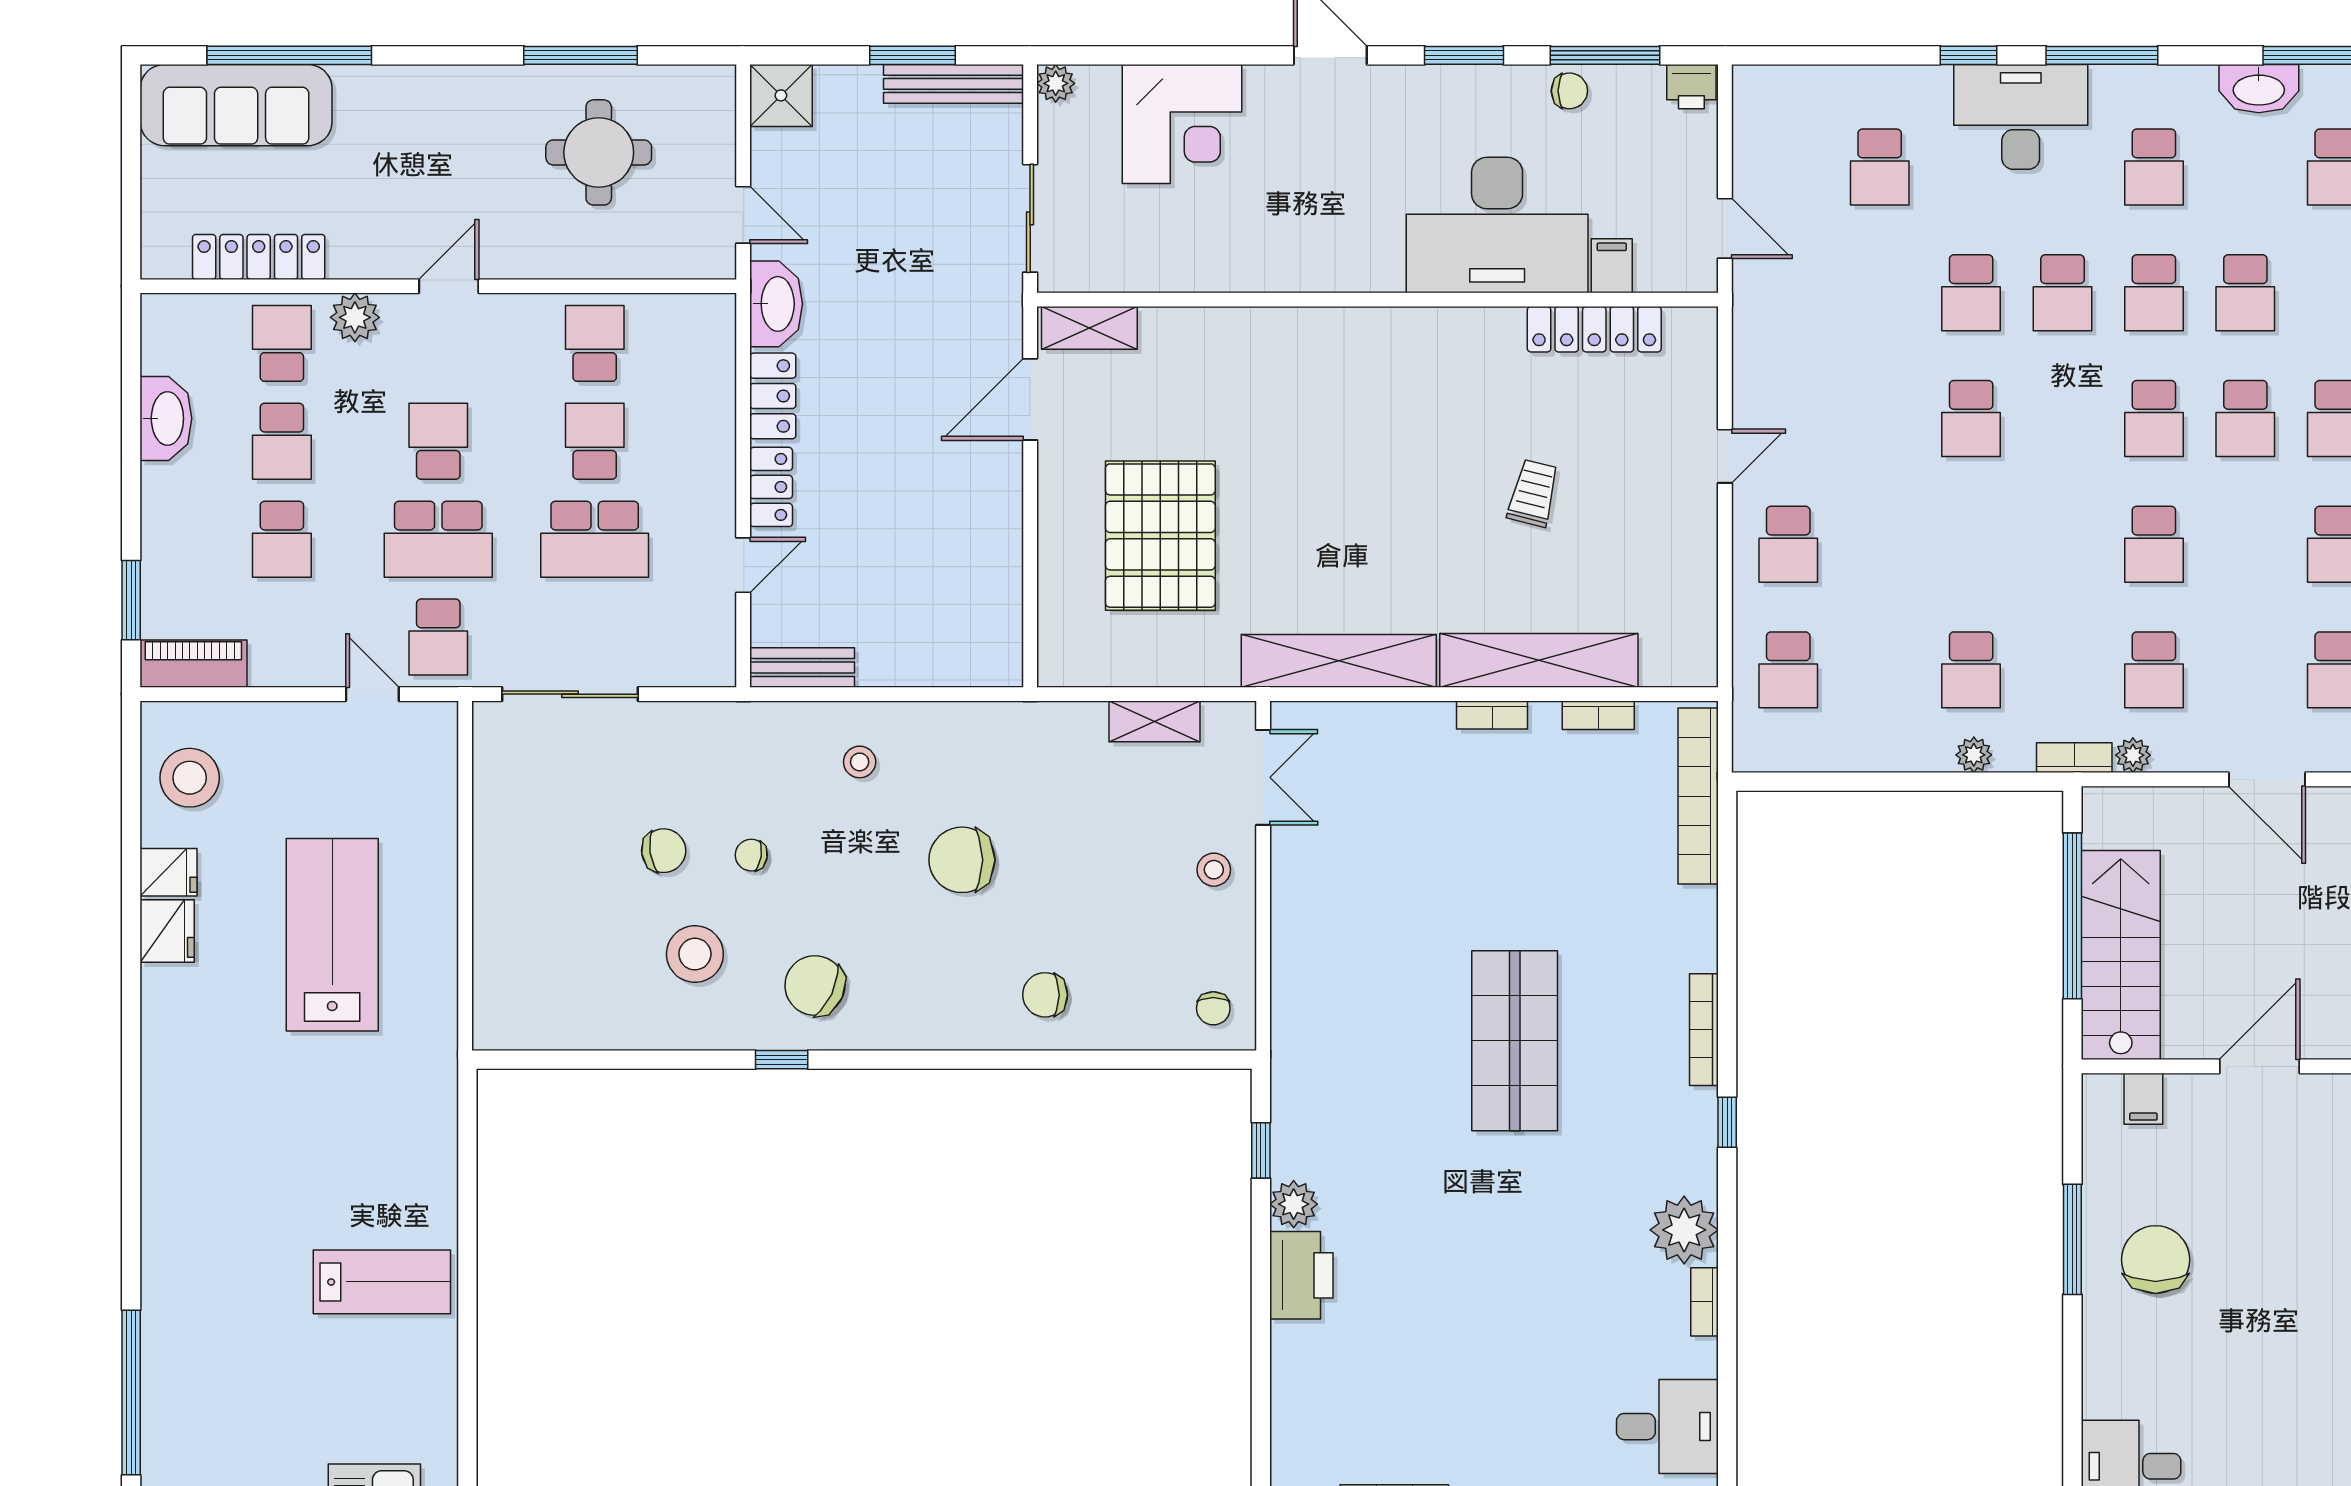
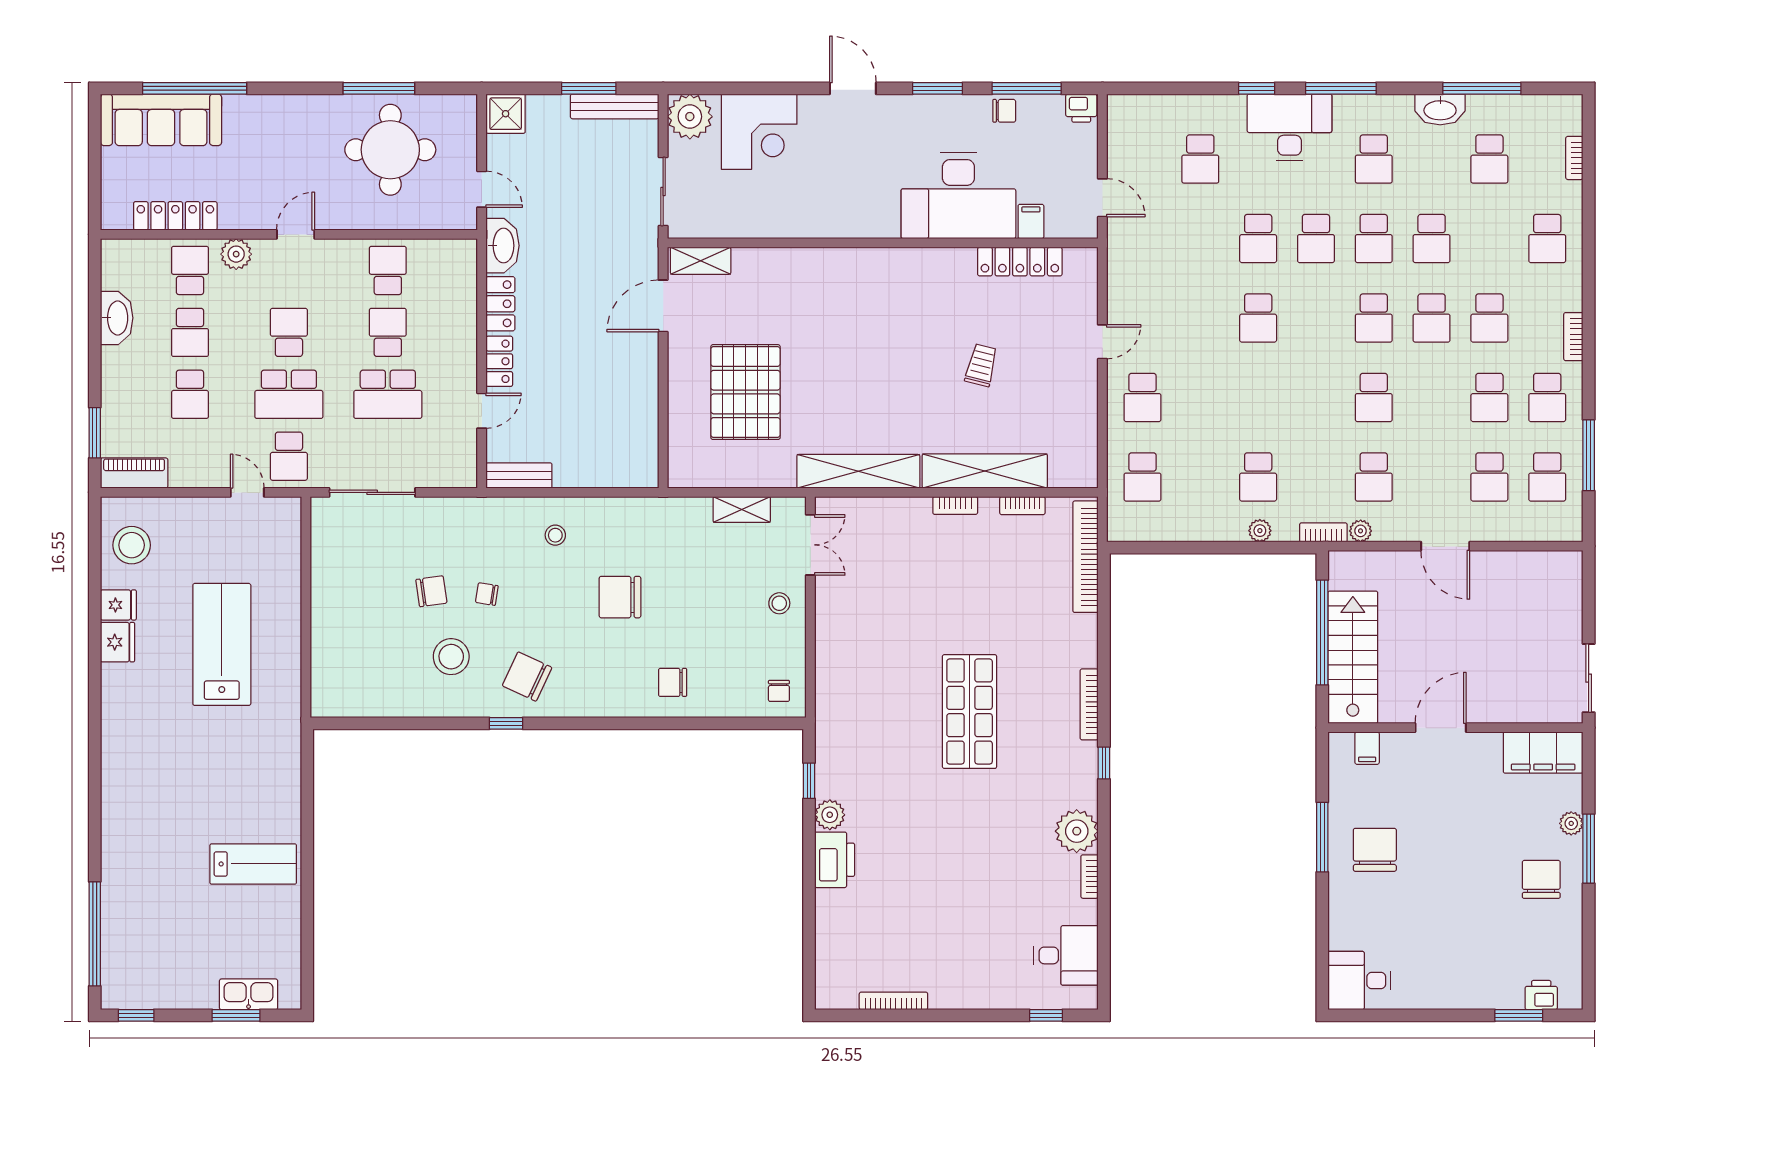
plant: (1056, 83) -> (690, 117), width x1.88, depth x1.88
round table: (599, 152) -> (390, 150), width x1.36, depth x1.36

